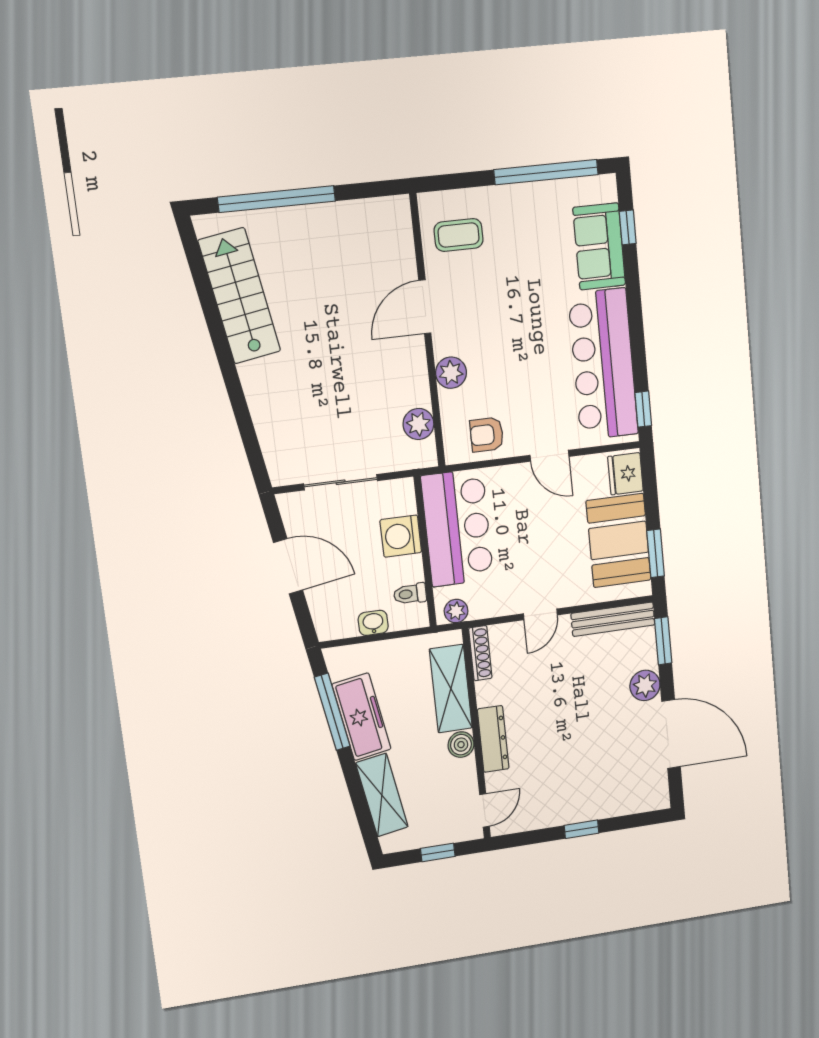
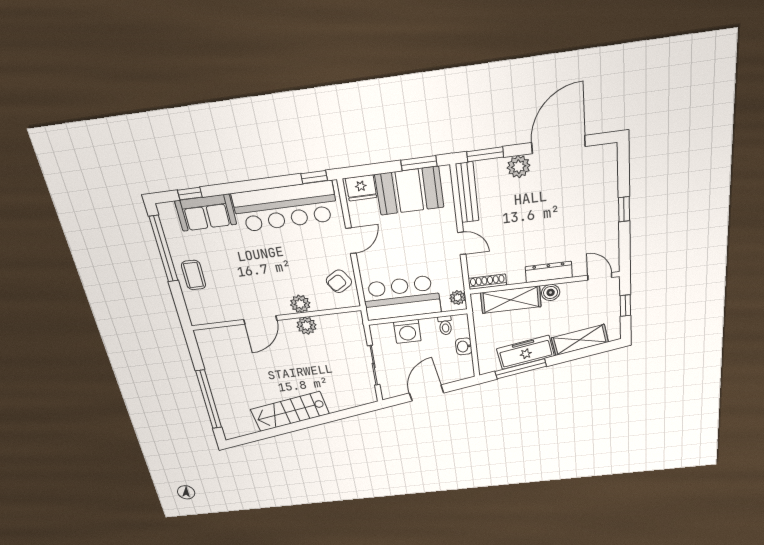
coffee table: (459, 235) -> (194, 275), moved
stairs: (239, 296) -> (290, 412), moved
door: (425, 307) -> (260, 320), hinge flipped
plant: (418, 424) -> (306, 326), moved
armchair: (487, 435) -> (339, 281), turned 58

